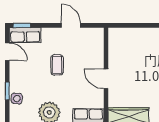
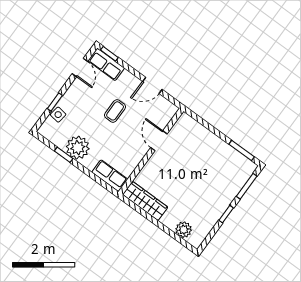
door: (71, 25) -> (152, 85), swing flipped
door: (106, 79) -> (159, 141), moved

